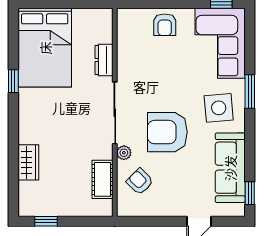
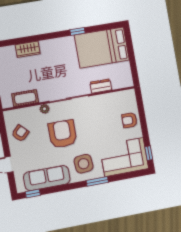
armchair: (140, 182) -> (20, 133), moved

